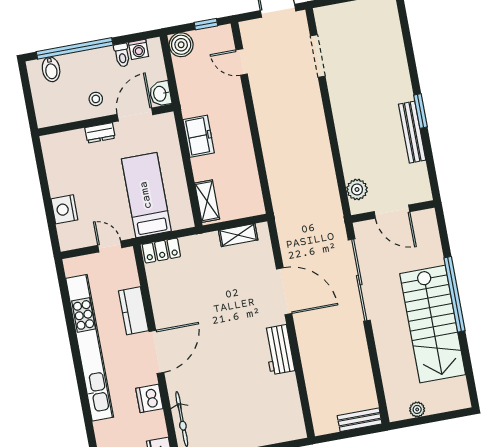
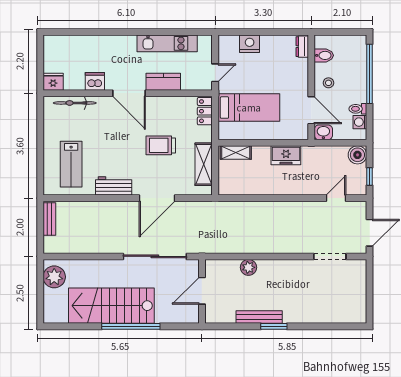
bidet: (51, 69) -> (324, 55), moved, turned 180
dresser: (100, 133) -> (302, 47), moved
plant: (357, 189) -> (248, 267), moved
shelving: (238, 235) -> (204, 164), width x1.50, depth x1.33
trolley: (216, 299) -> (161, 145), added
kitchen unit: (90, 348) -> (167, 43), width x0.54
lab bench: (261, 409) -> (71, 164), added
plant: (417, 409) -> (54, 277), width x1.88, depth x1.88
bench: (360, 420) -> (49, 219), moved

